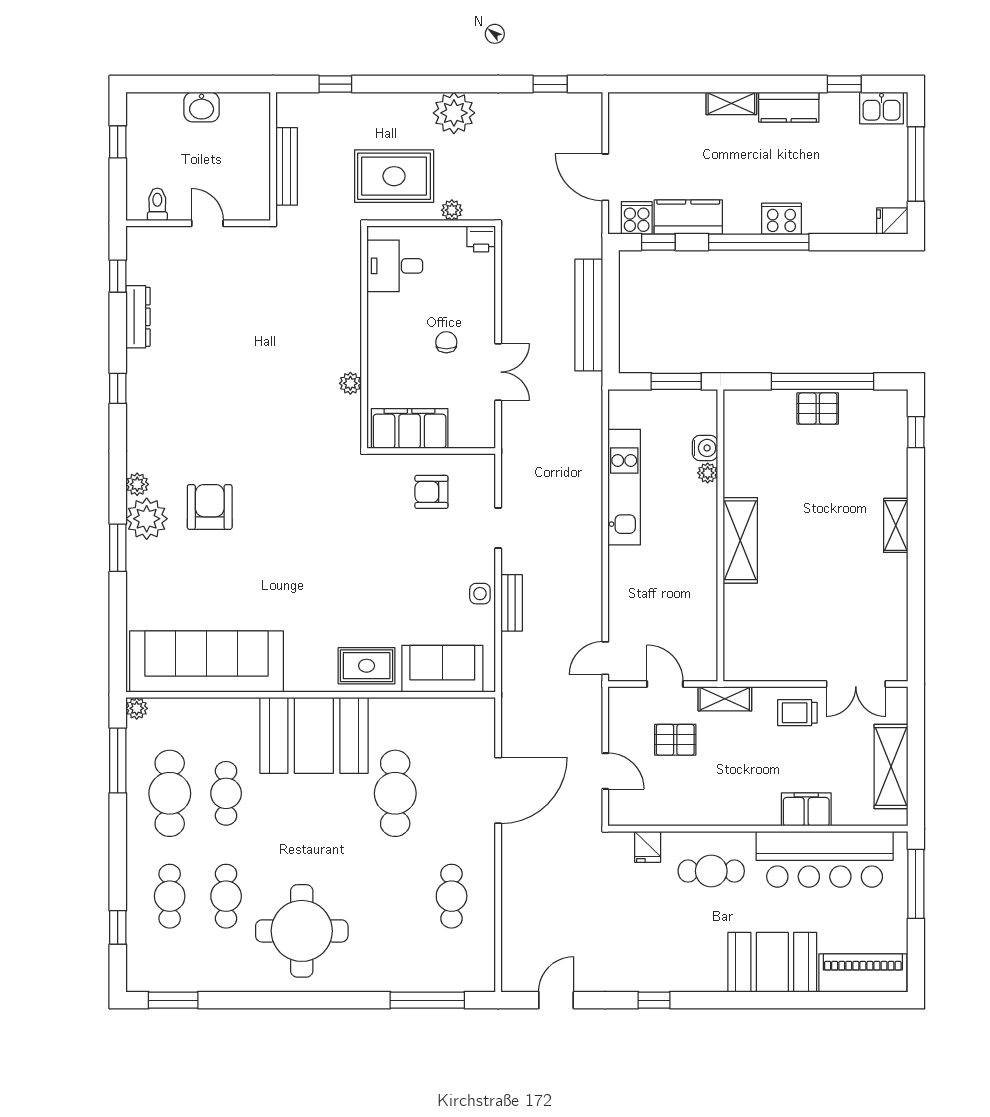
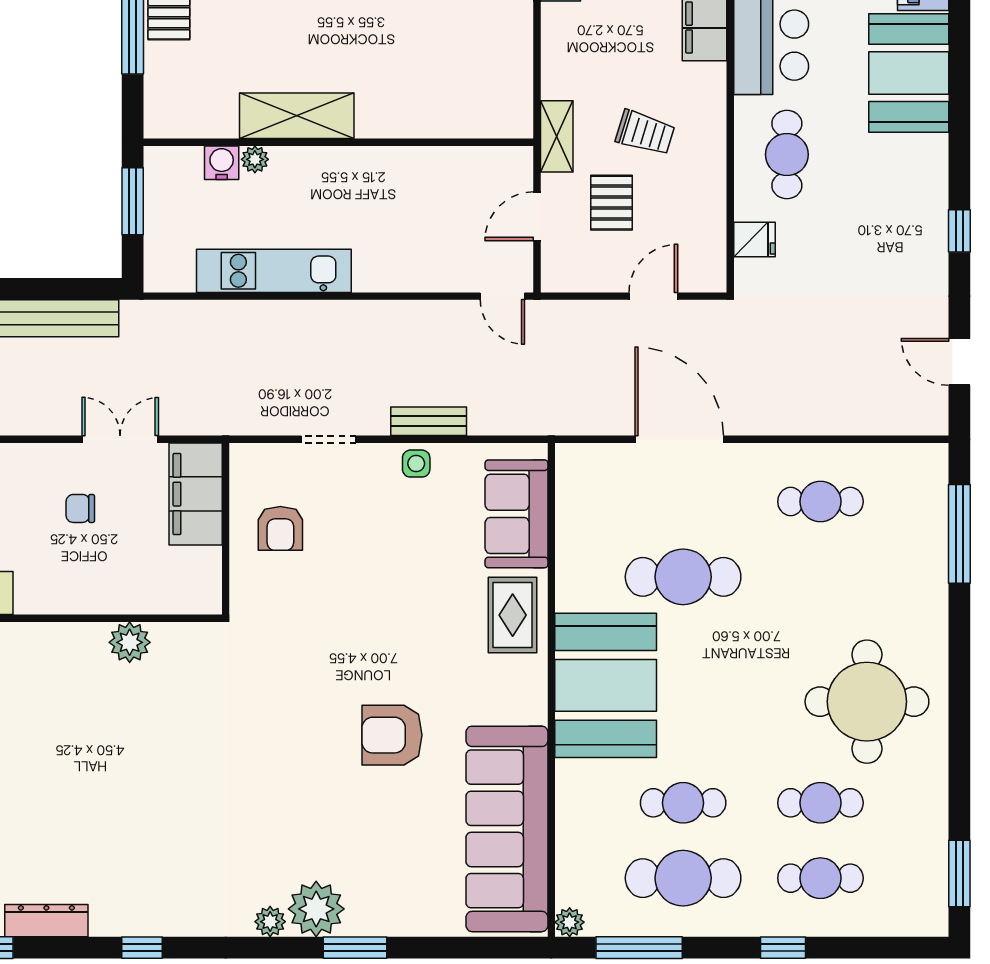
plant: (350, 383) -> (130, 642), width x1.38, depth x1.38
filing cabinet: (410, 428) -> (196, 494), moved
armchair: (210, 507) -> (392, 735), moved
shelving: (740, 540) -> (297, 116), moved
trolley: (797, 713) -> (645, 133), moved, turned -73
window: (118, 927) -> (783, 948), moved

